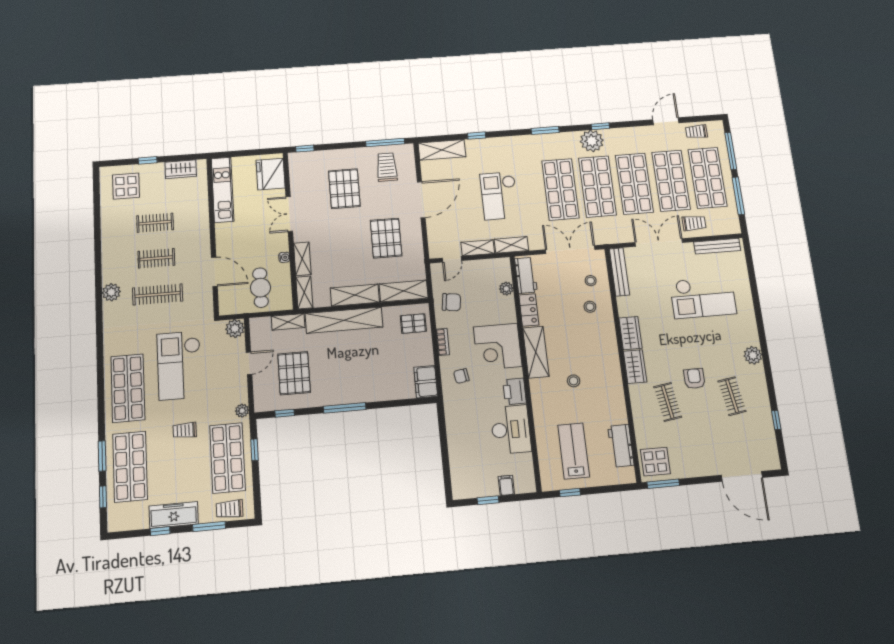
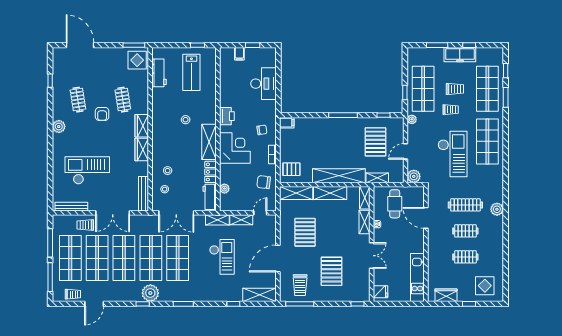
fridge: (271, 174) -> (380, 292), width x0.53, depth x0.75
filing cabinet: (426, 382) -> (287, 123), width x0.50
desk: (511, 429) -> (264, 84), moved, turned 180
trolley: (230, 509) -> (455, 89), moved

